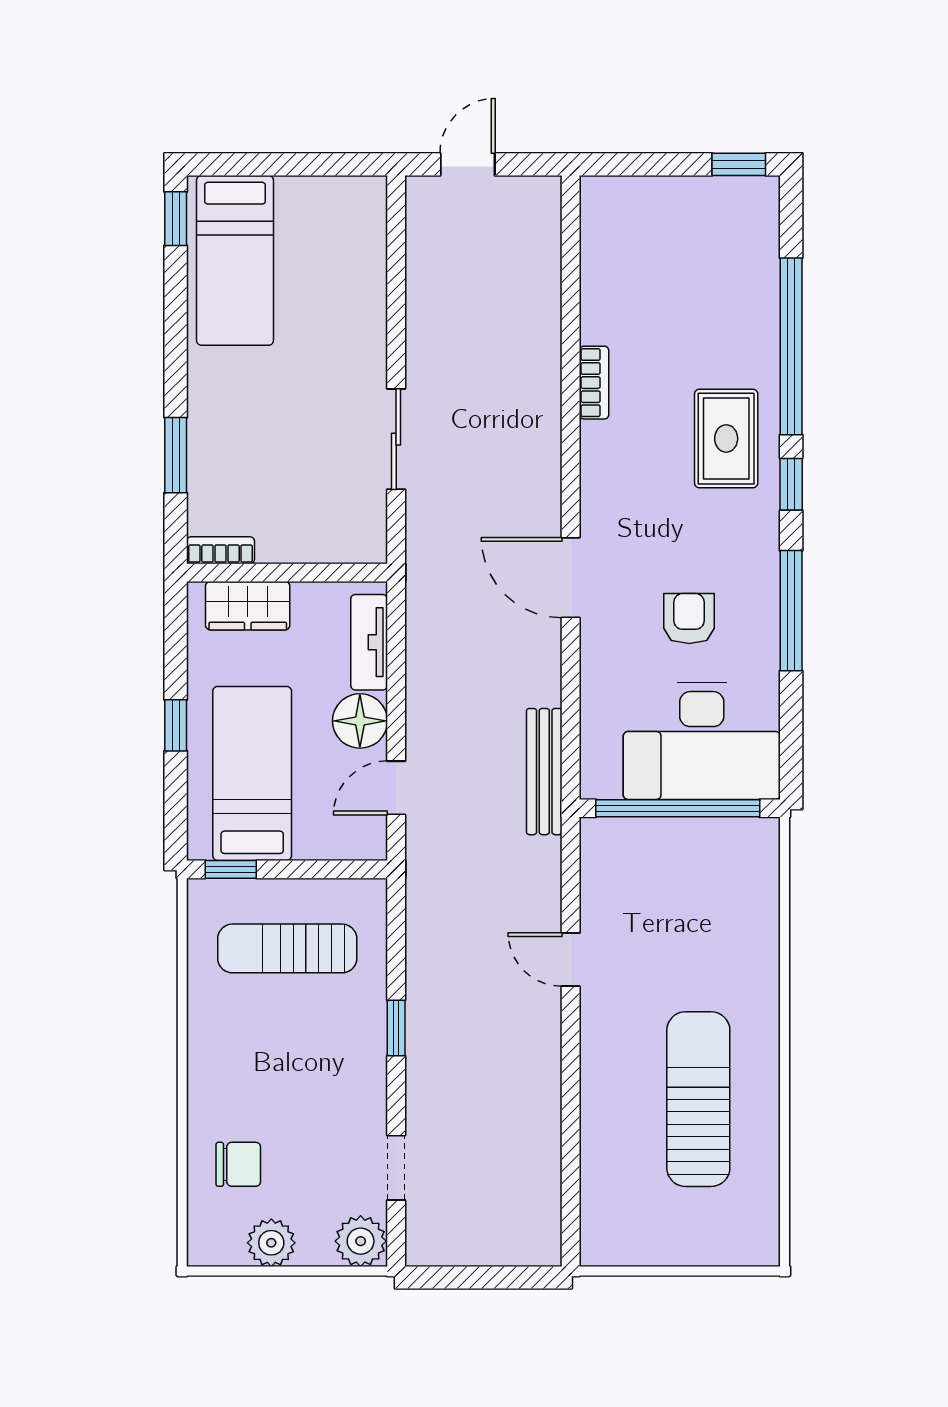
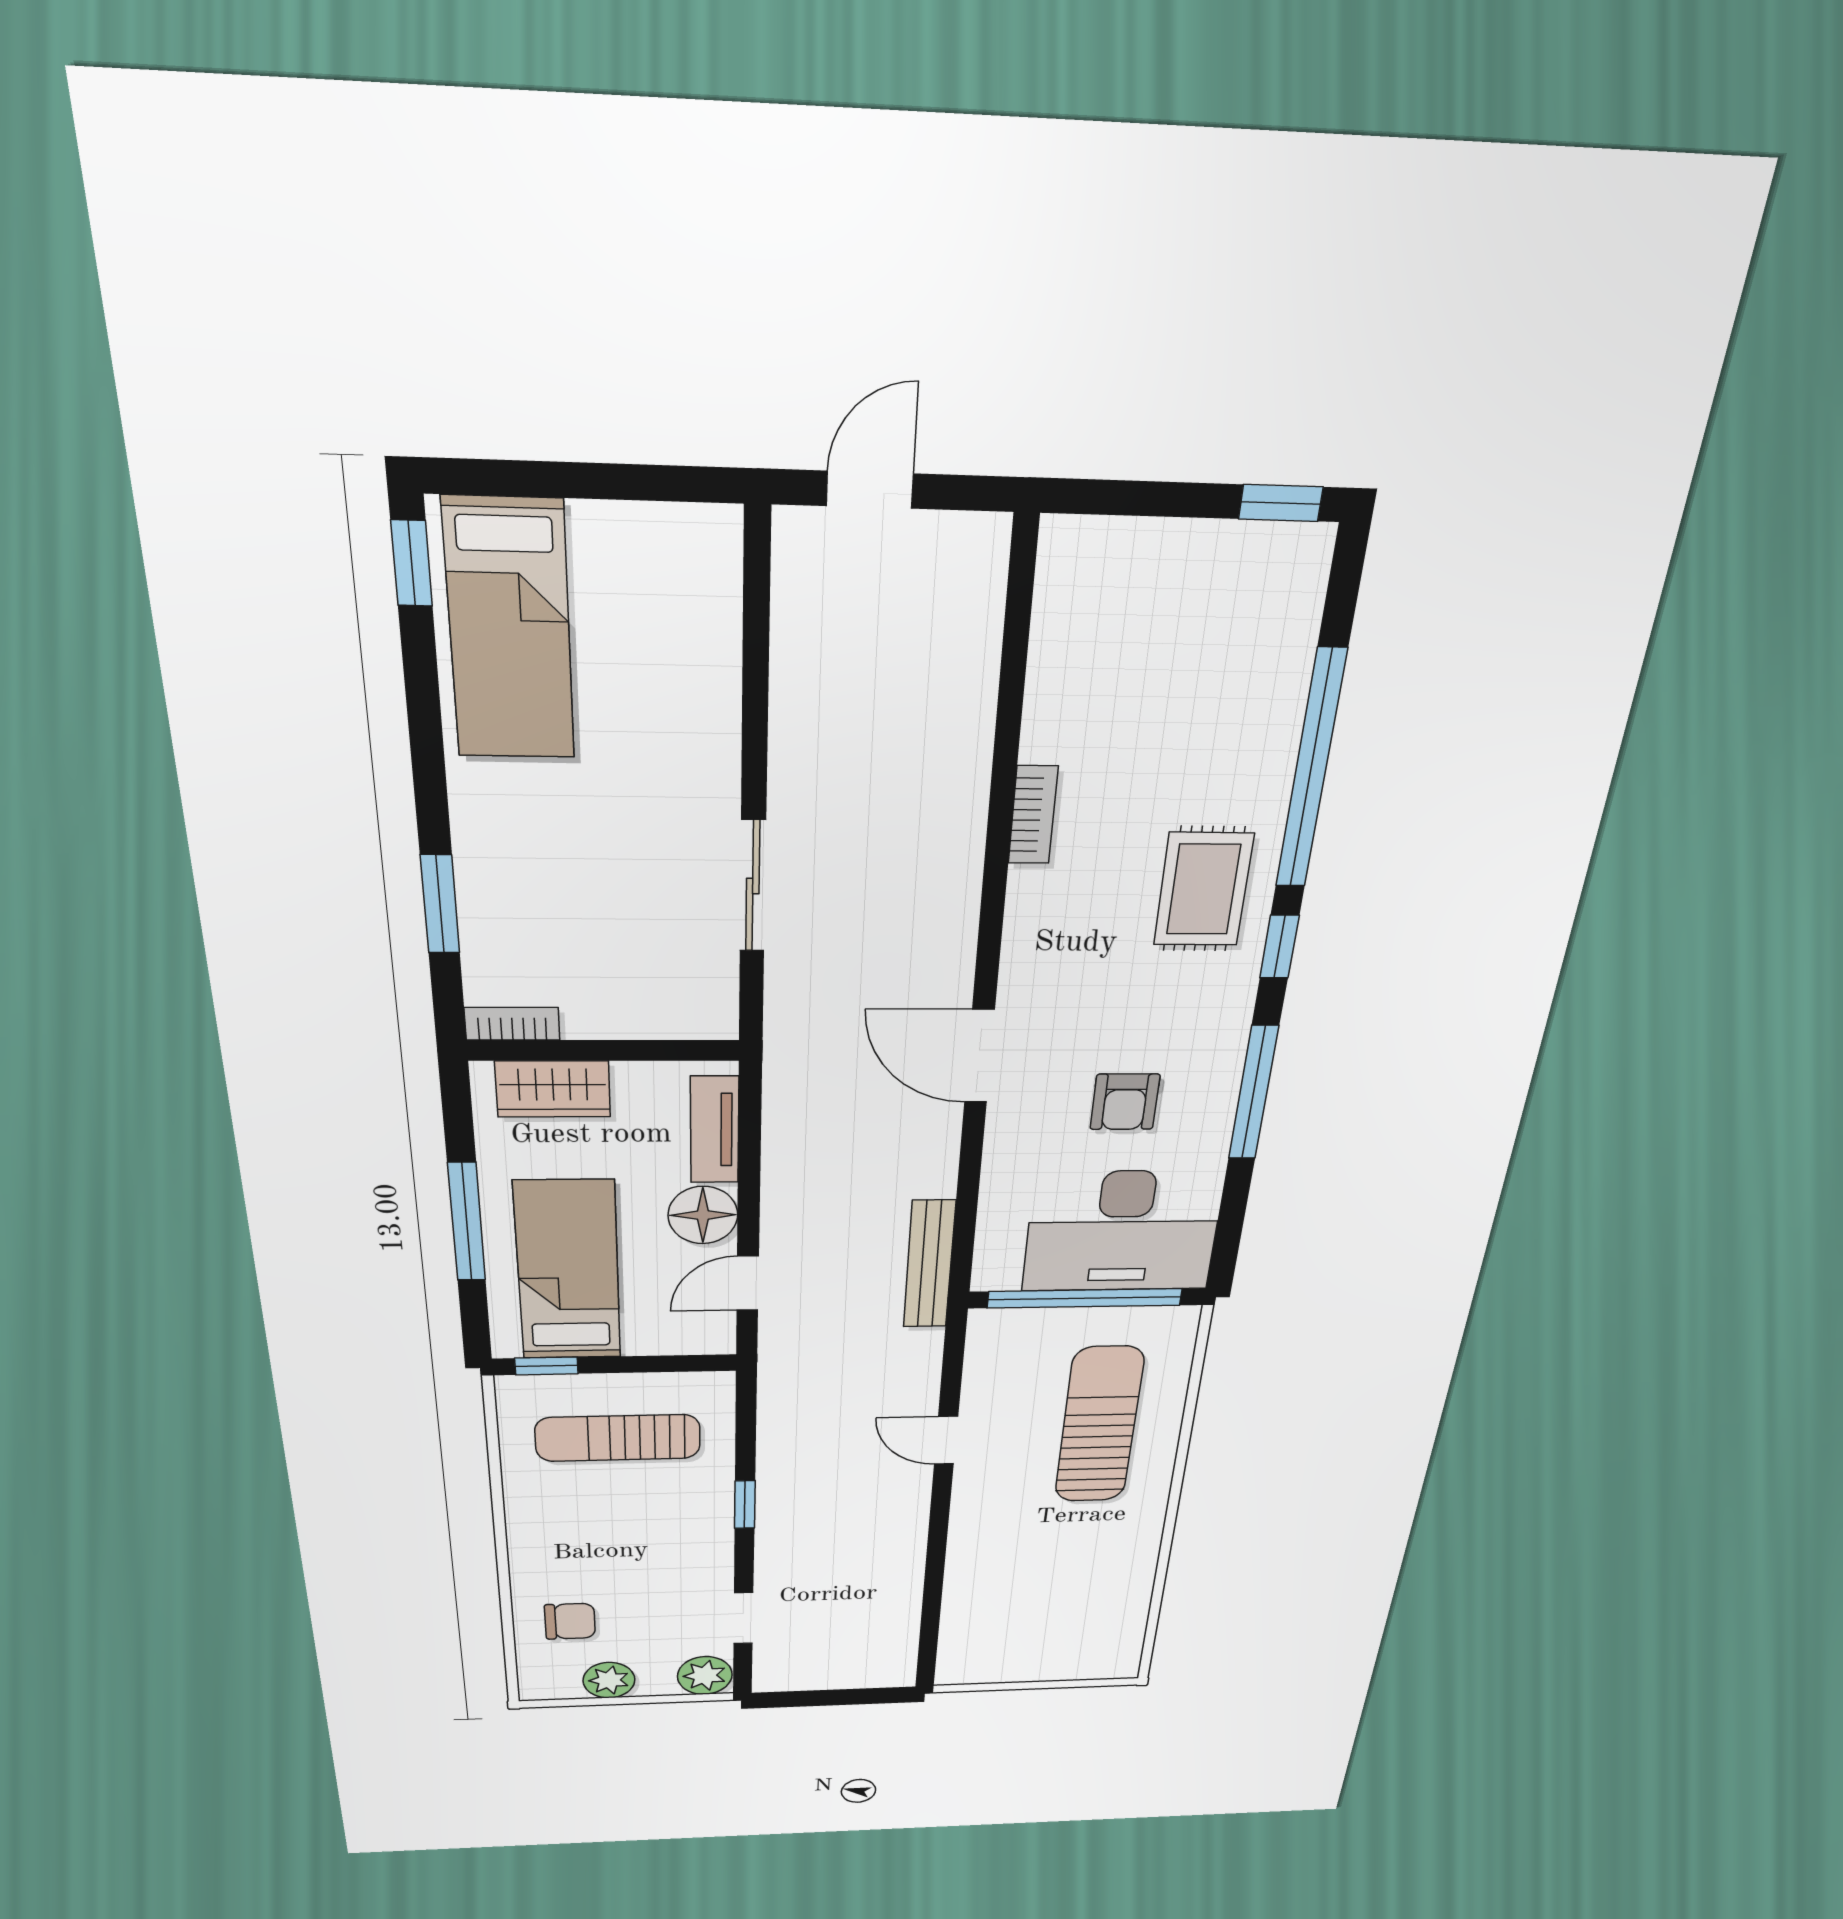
armchair: (689, 618) -> (1125, 1102), turned 180
window: (176, 725) -> (467, 1222), width x2.17
sun lounger: (698, 1099) -> (1099, 1425), moved

